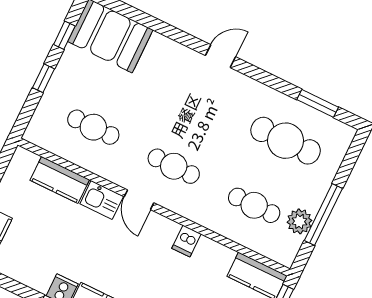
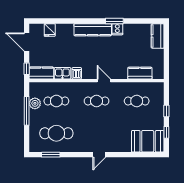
kitchen sink: (102, 200) -> (62, 73), moved

